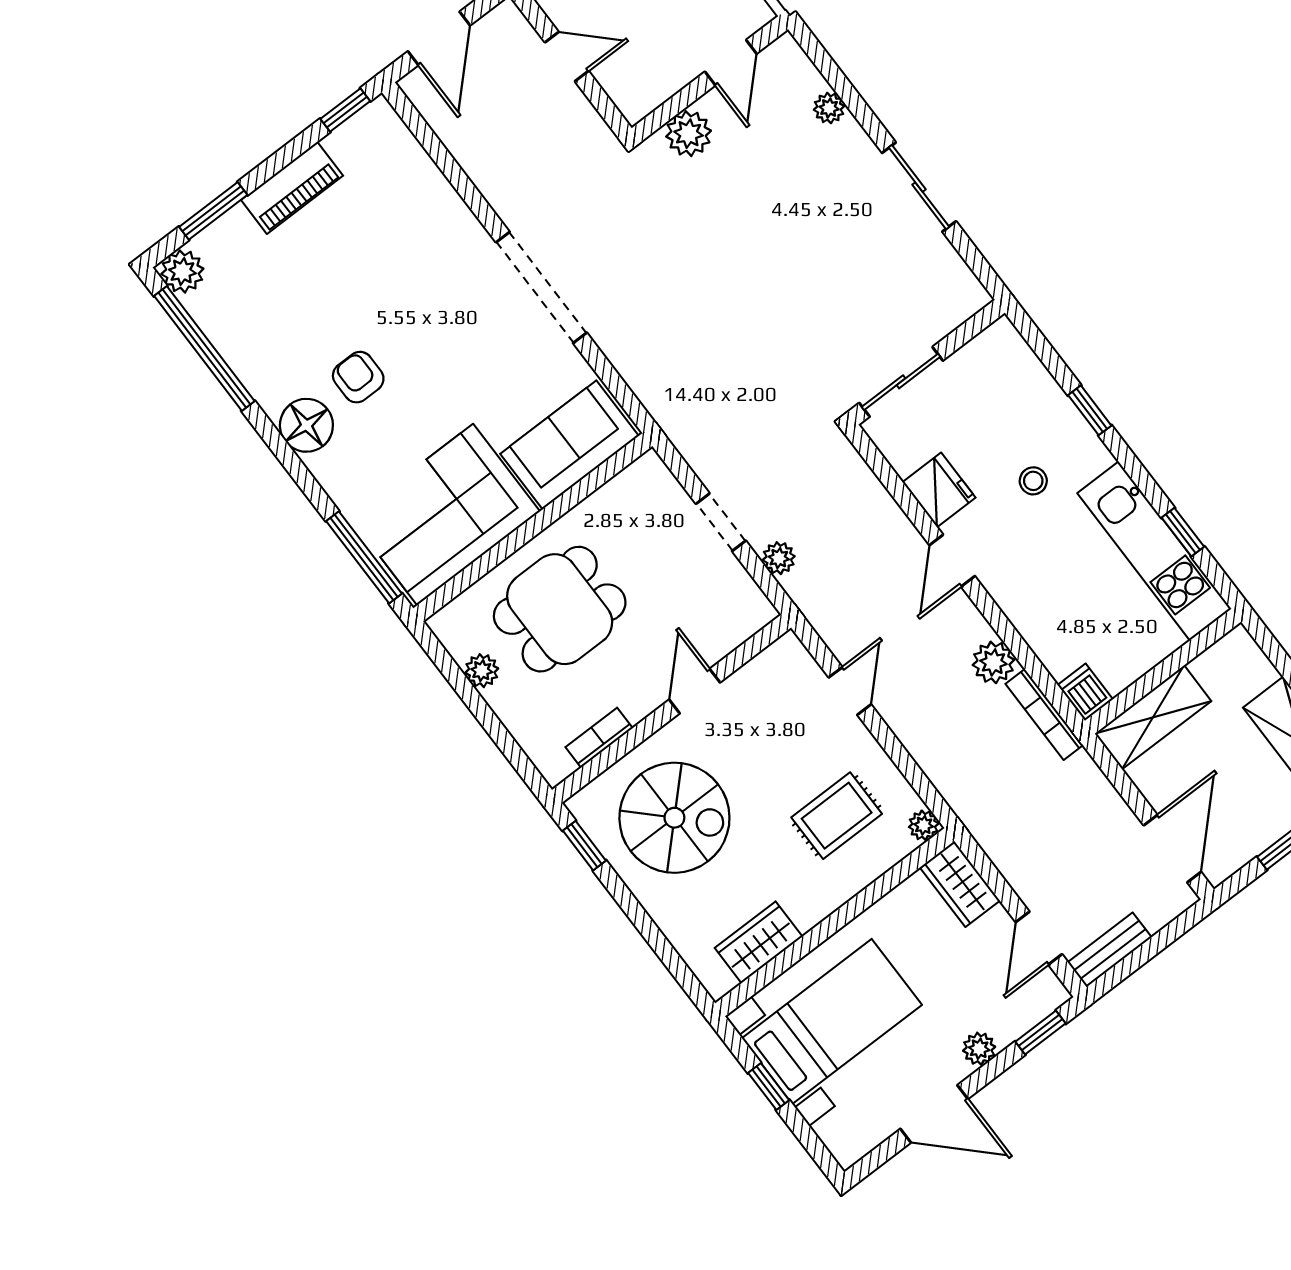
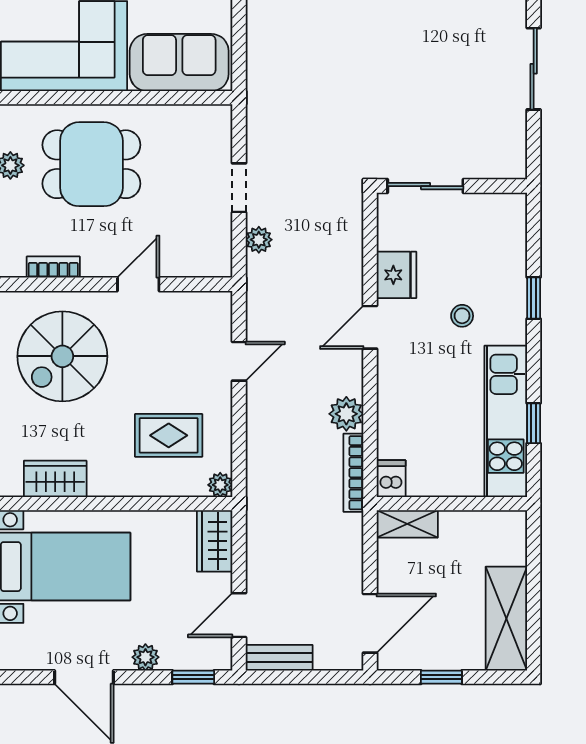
shelving: (1153, 717) -> (407, 524), width x0.67, depth x0.75
spiral stairs: (674, 818) -> (62, 356), turned 90

